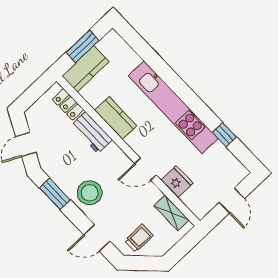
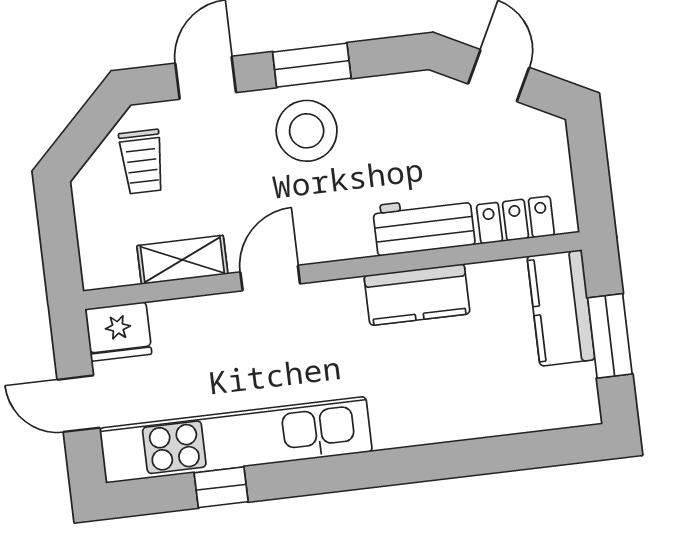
kitchen unit: (173, 107) -> (236, 440), moved
fridge: (177, 182) -> (118, 332), moved
window: (55, 194) -> (312, 65), moved
shelving: (171, 213) -> (182, 260), moved

